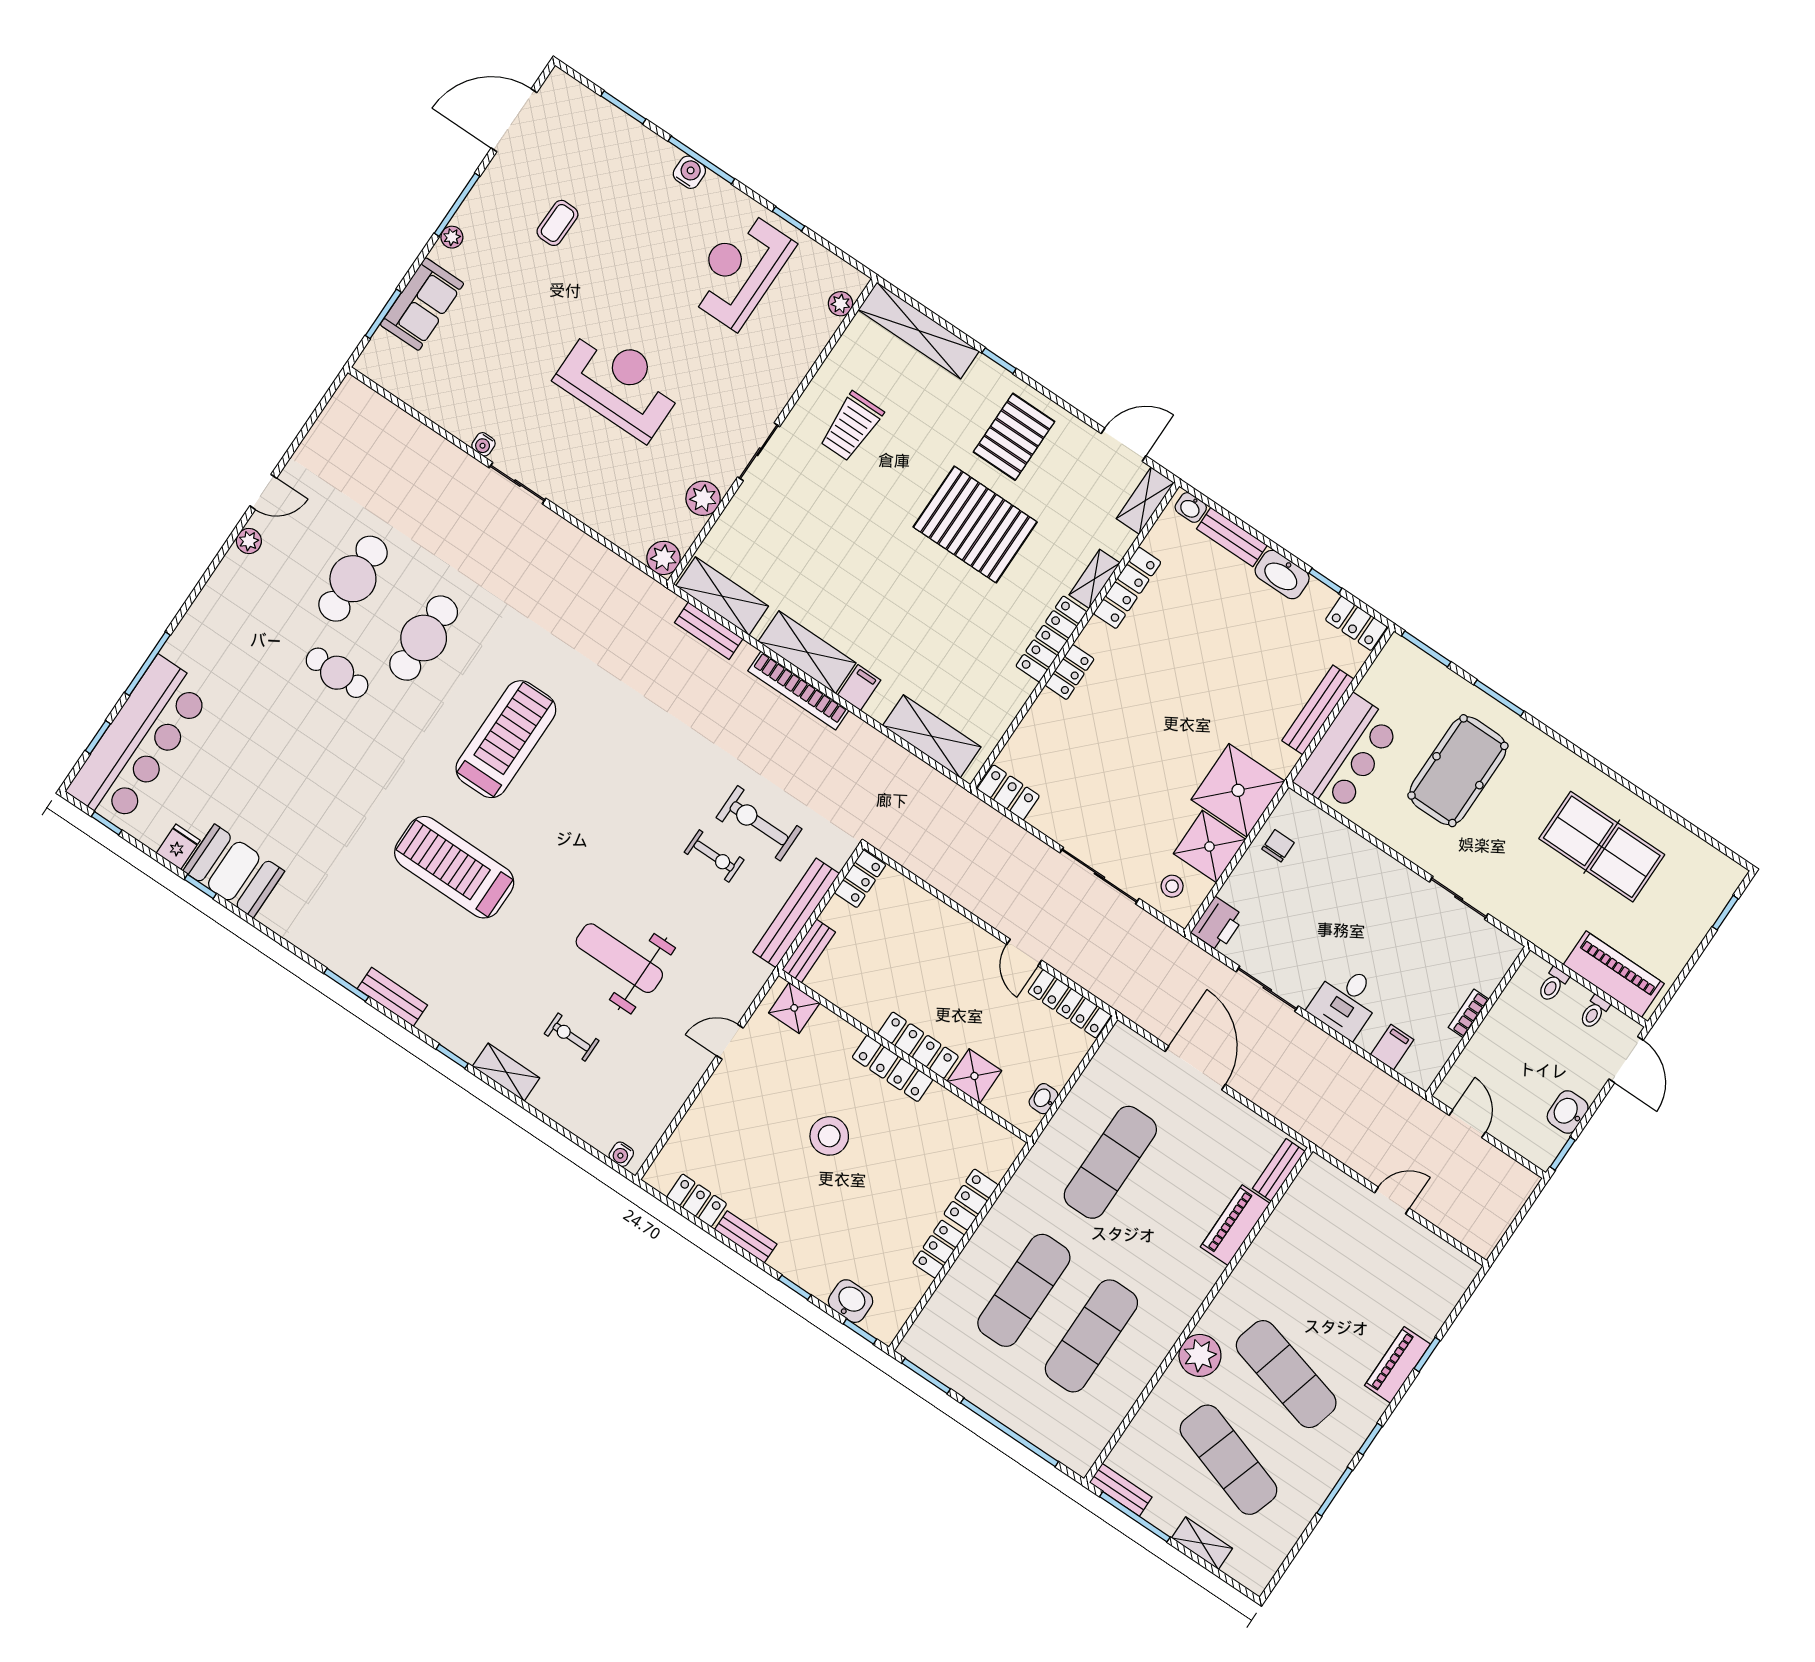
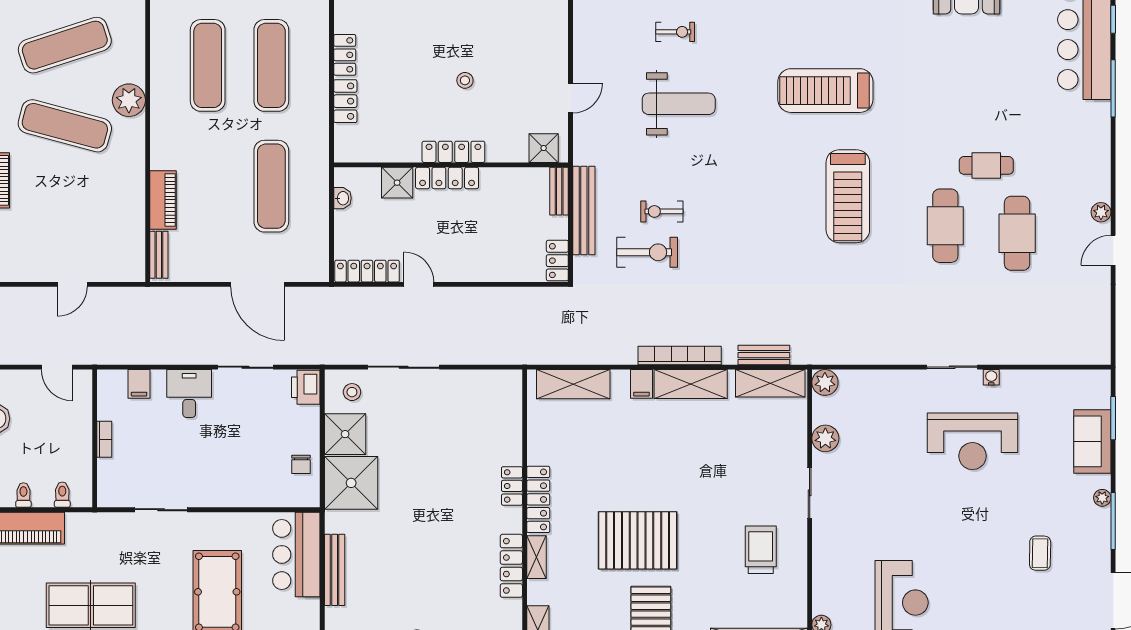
reception desk: (619, 383) -> (972, 441), moved
locker: (1008, 792) -> (499, 381), removed
treadmill: (454, 867) -> (825, 91), turned 180
stool: (829, 1136) -> (465, 80), width x0.53, depth x0.53
exercise mat: (1228, 1460) -> (65, 45), turned -36

